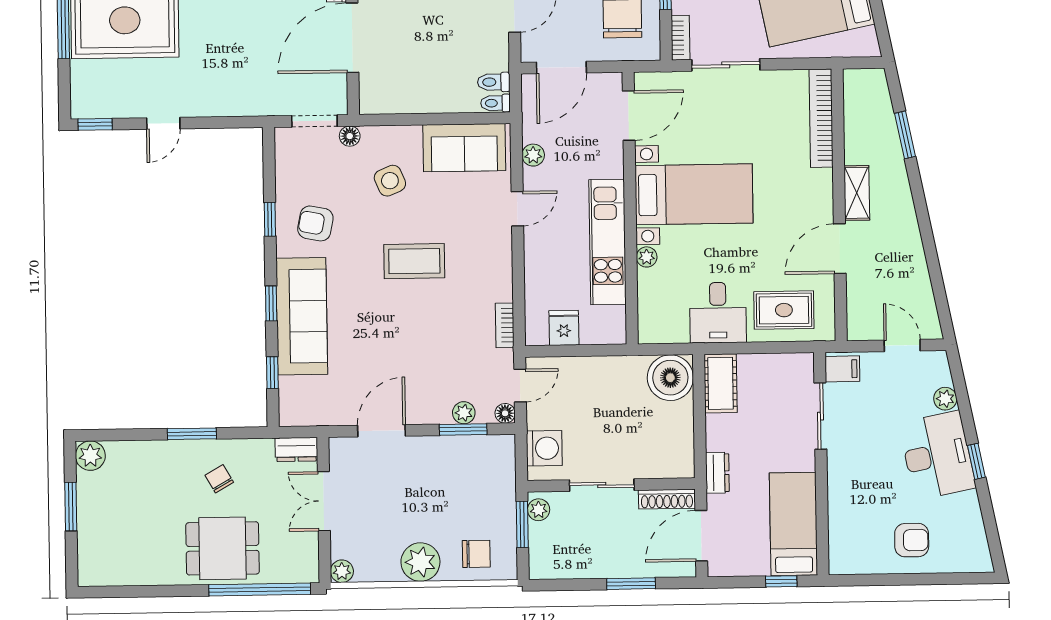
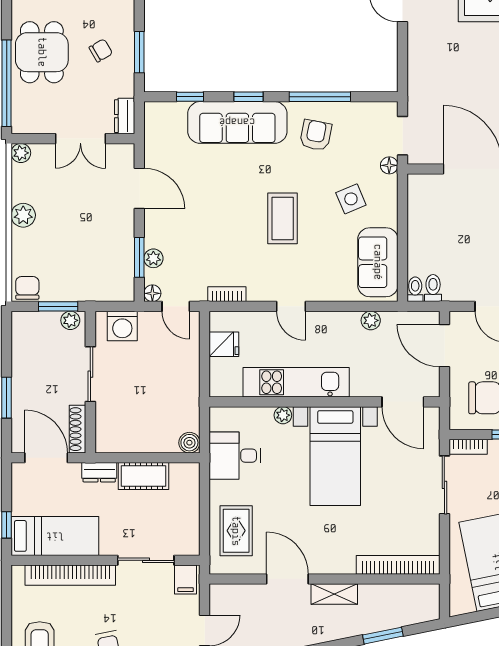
door: (517, 209) -> (291, 306), moved
window: (270, 219) -> (320, 97), width x2.17
desk: (718, 313) -> (235, 456), moved
boiler: (670, 378) -> (189, 443), width x0.54, depth x0.54
cot: (720, 383) -> (143, 476), moved
window: (192, 434) -> (139, 52), moved
double door: (324, 501) -> (80, 139), swing flipped
bookcase: (839, 505) -> (70, 575), added
chair: (476, 554) -> (27, 288), moved, turned 180
plant: (420, 562) -> (23, 215), width x0.73, depth x0.73

